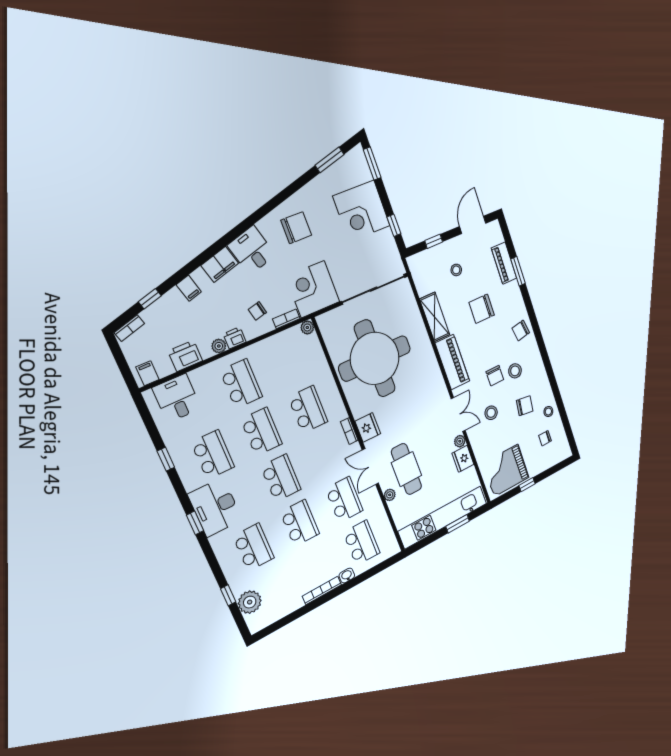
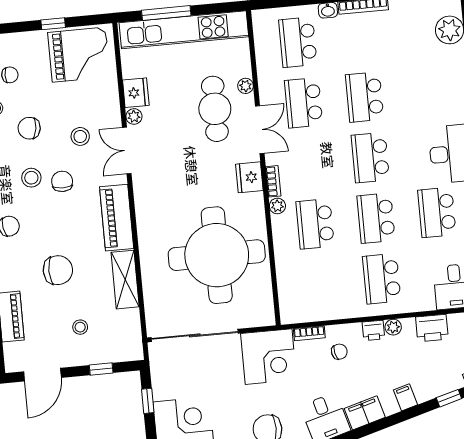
plant: (307, 327) -> (277, 206), moved
window: (458, 524) -> (166, 13), width x1.44
school desk: (254, 547) -> (425, 91), removed

